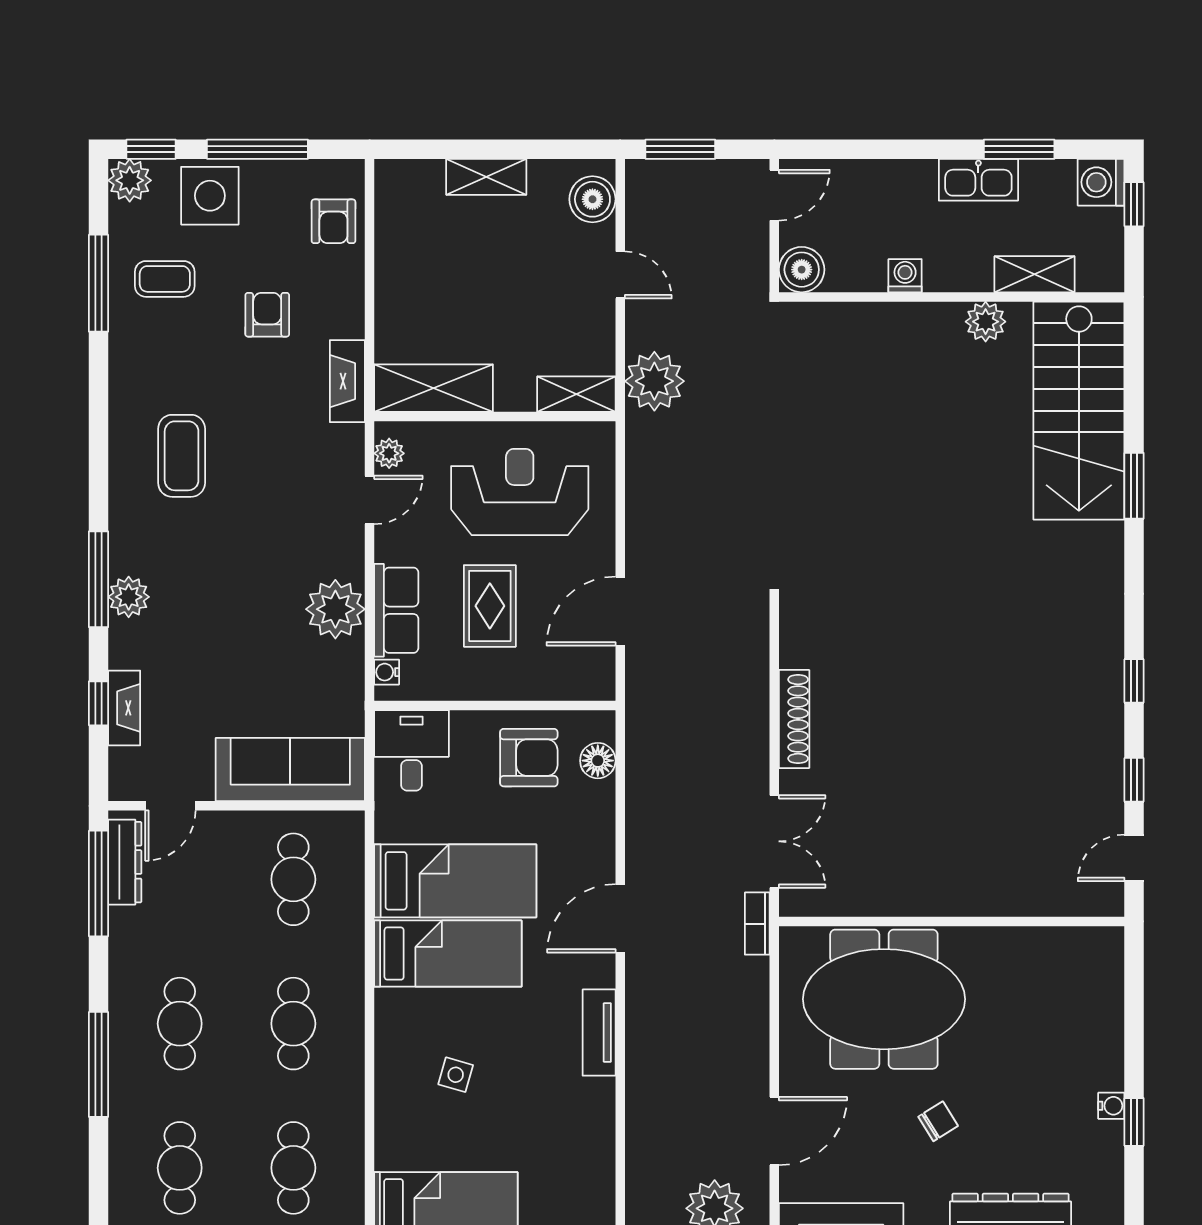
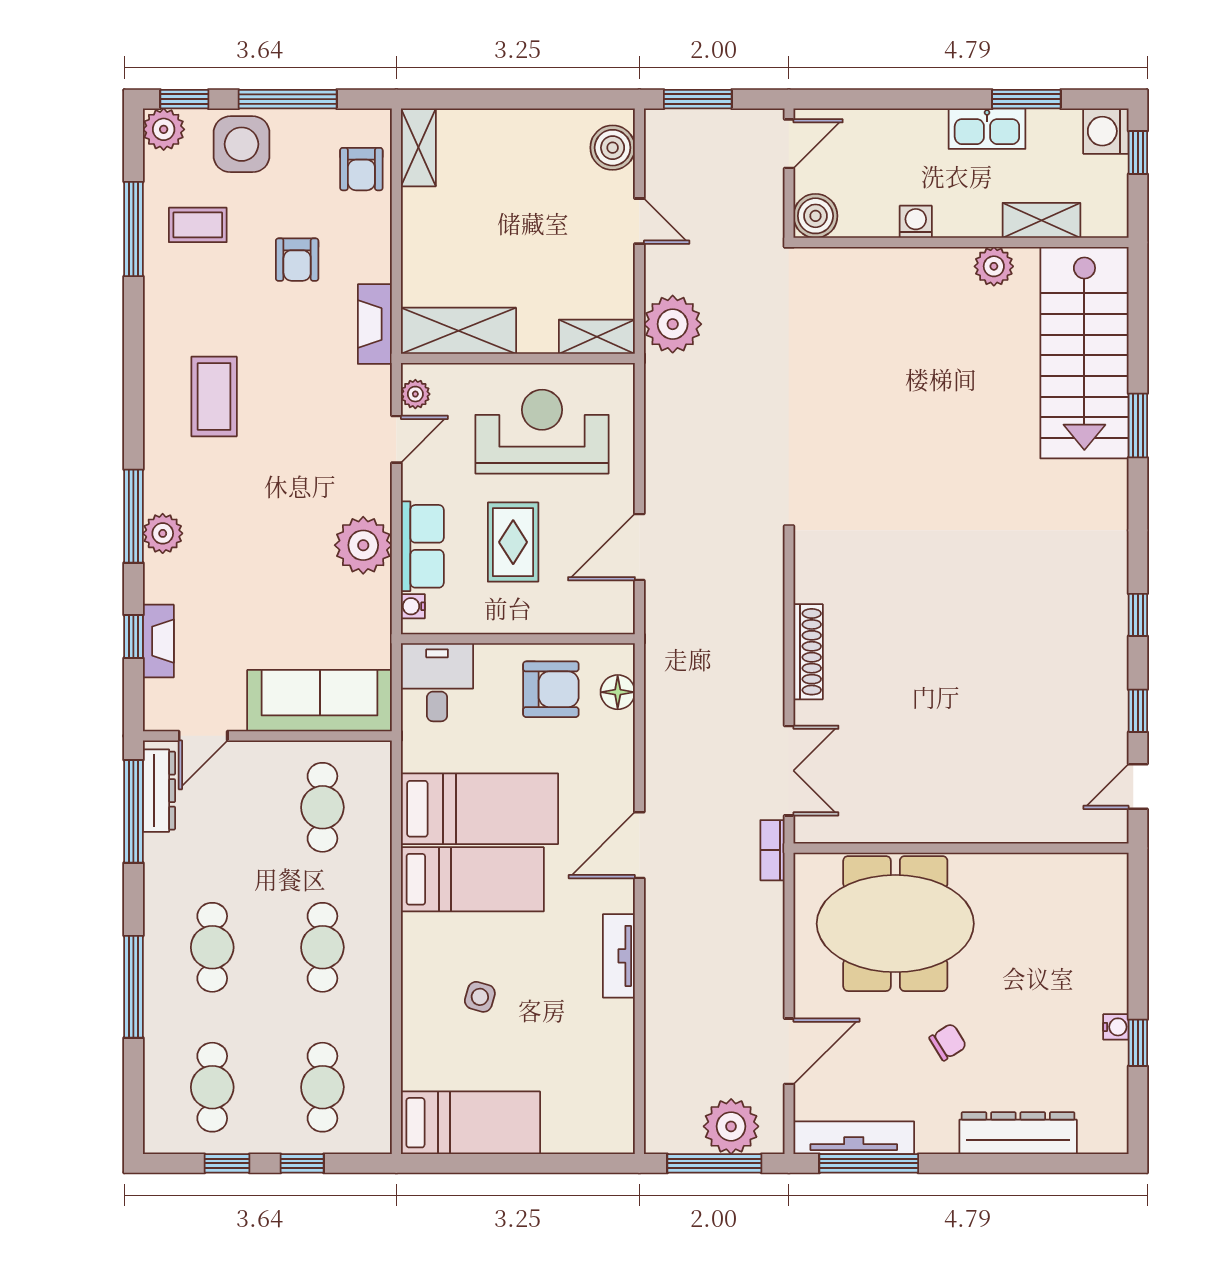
shelving: (486, 177) -> (418, 147), moved, turned 90
armchair: (267, 315) -> (297, 260), turned 180

